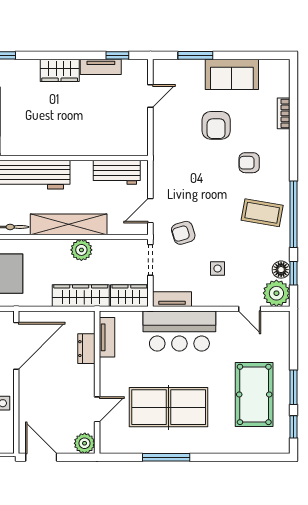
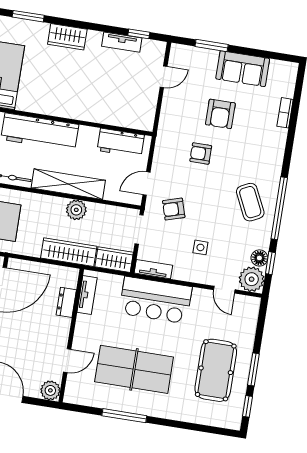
wardrobe: (60, 70) -> (67, 37), moved
armchair: (249, 163) -> (201, 153), moved
coffee table: (262, 213) -> (250, 202), turned 54

